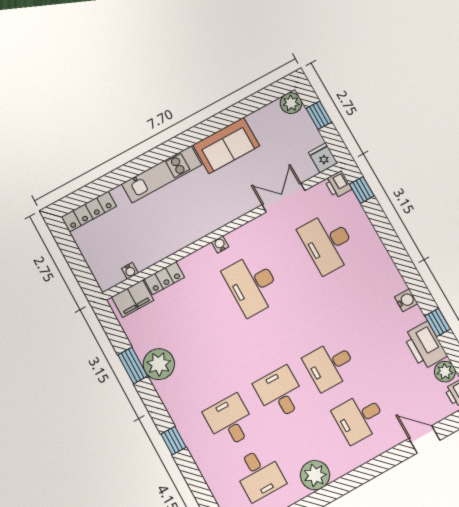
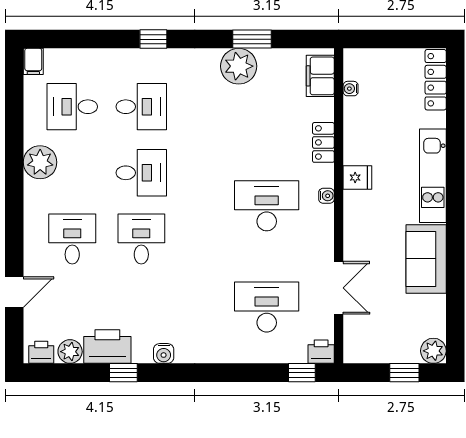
fridge: (323, 158) -> (357, 178), moved
locker: (164, 278) -> (323, 142), moved

